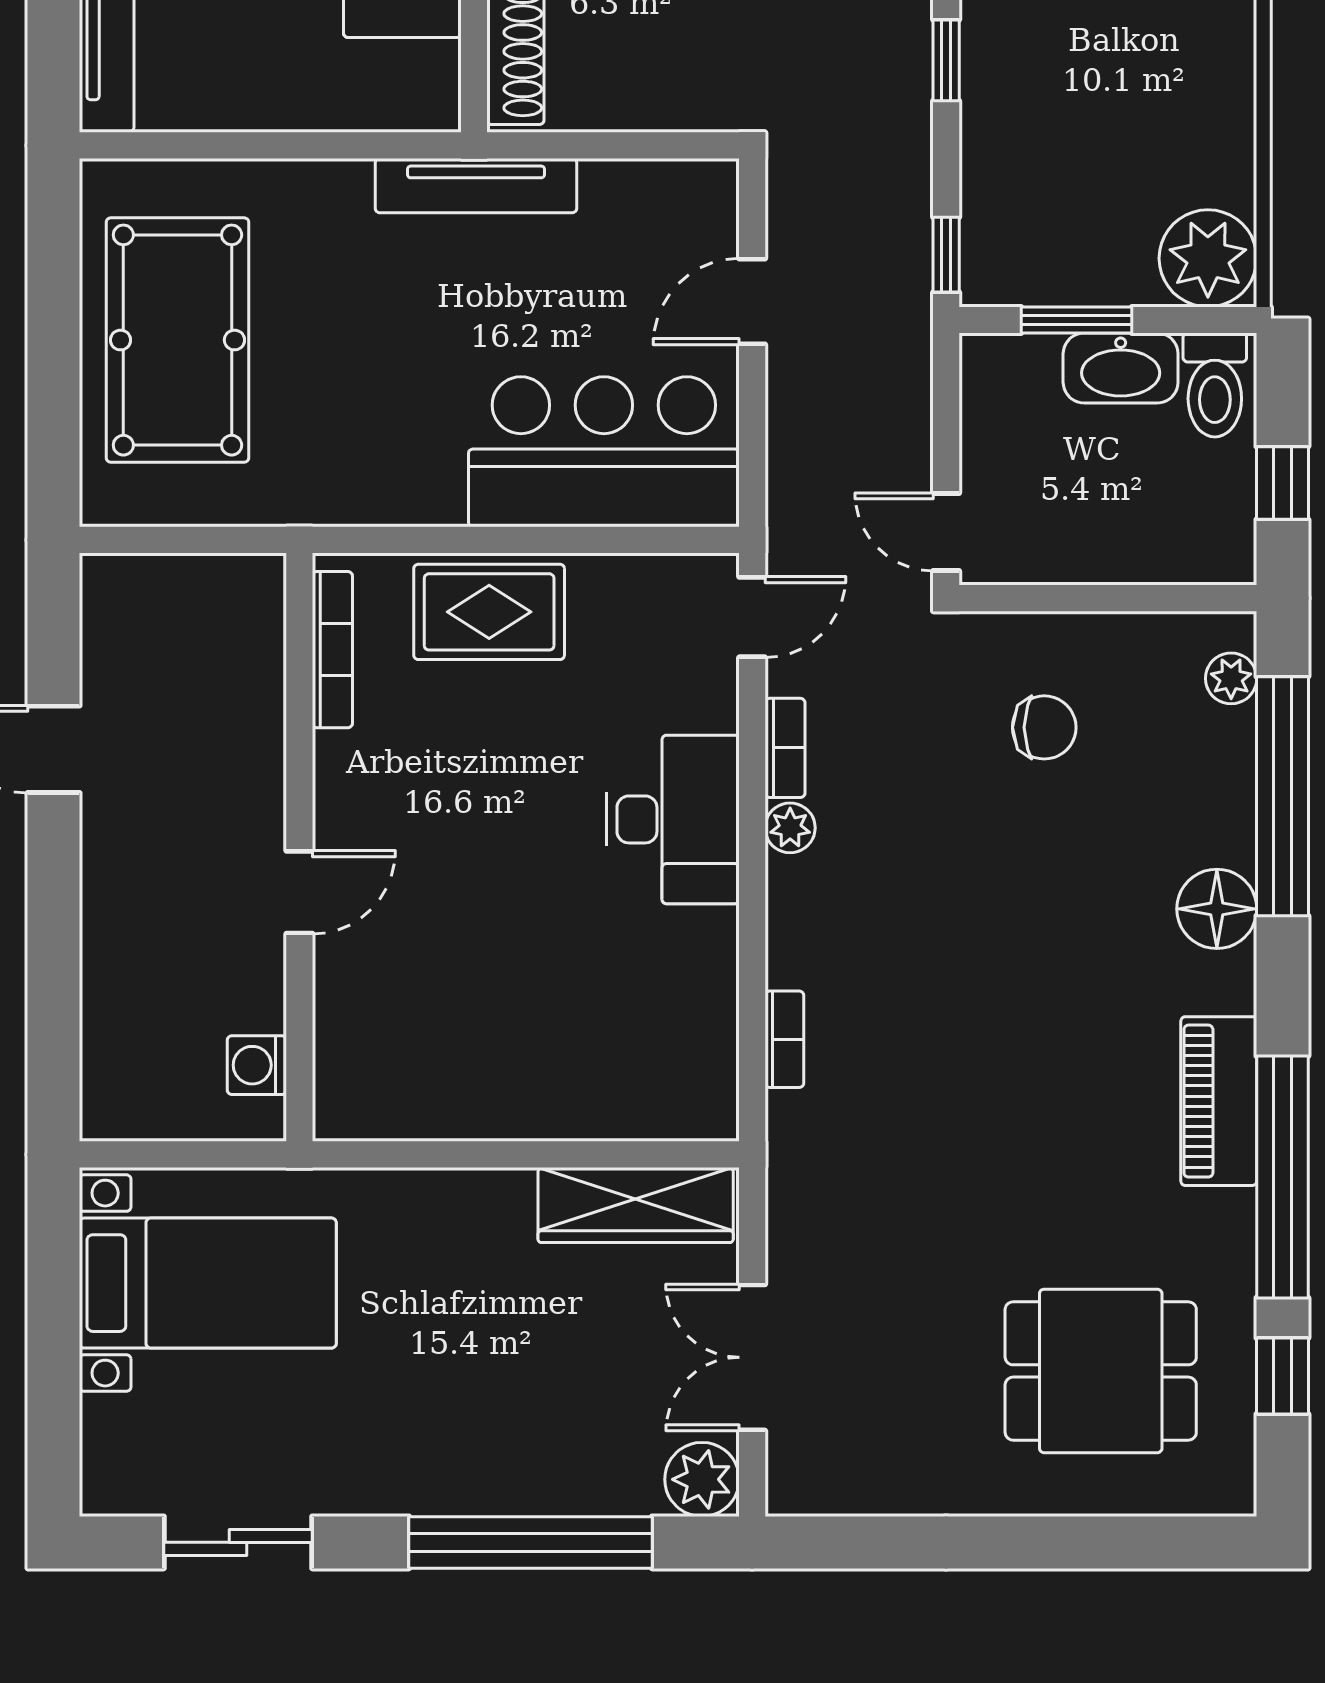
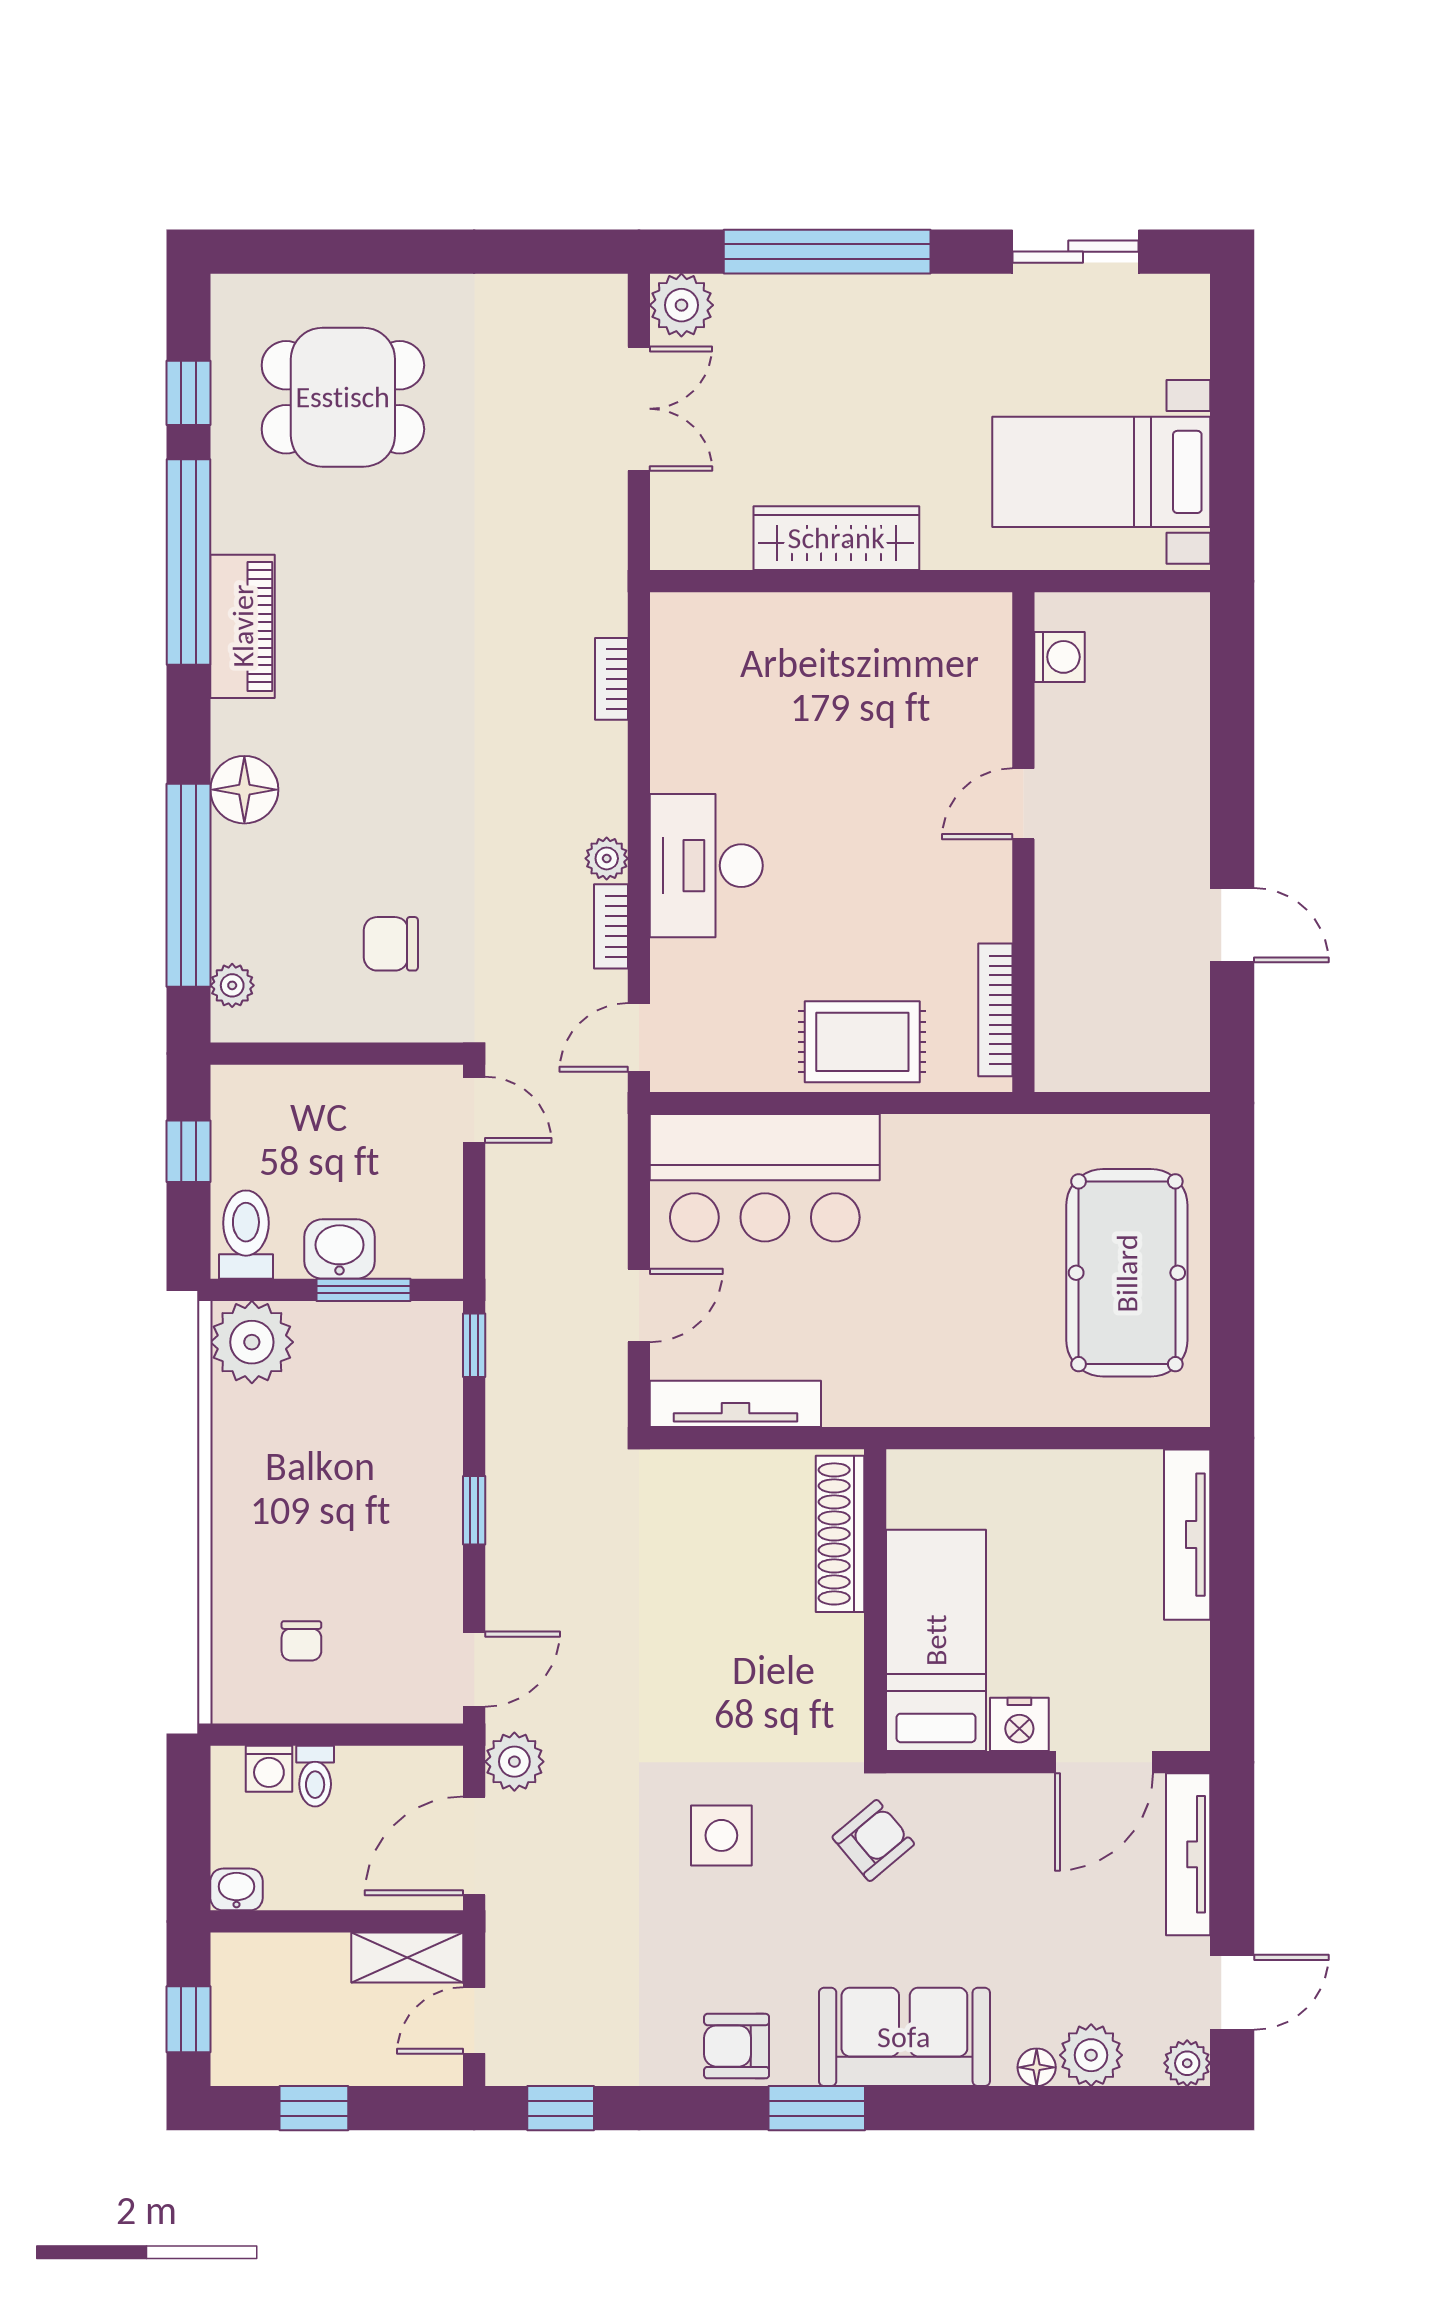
tv unit: (476, 186) -> (735, 1404), moved
washbasin: (1121, 368) -> (340, 1249), width x0.72
wardrobe: (636, 1205) -> (836, 538), moved

